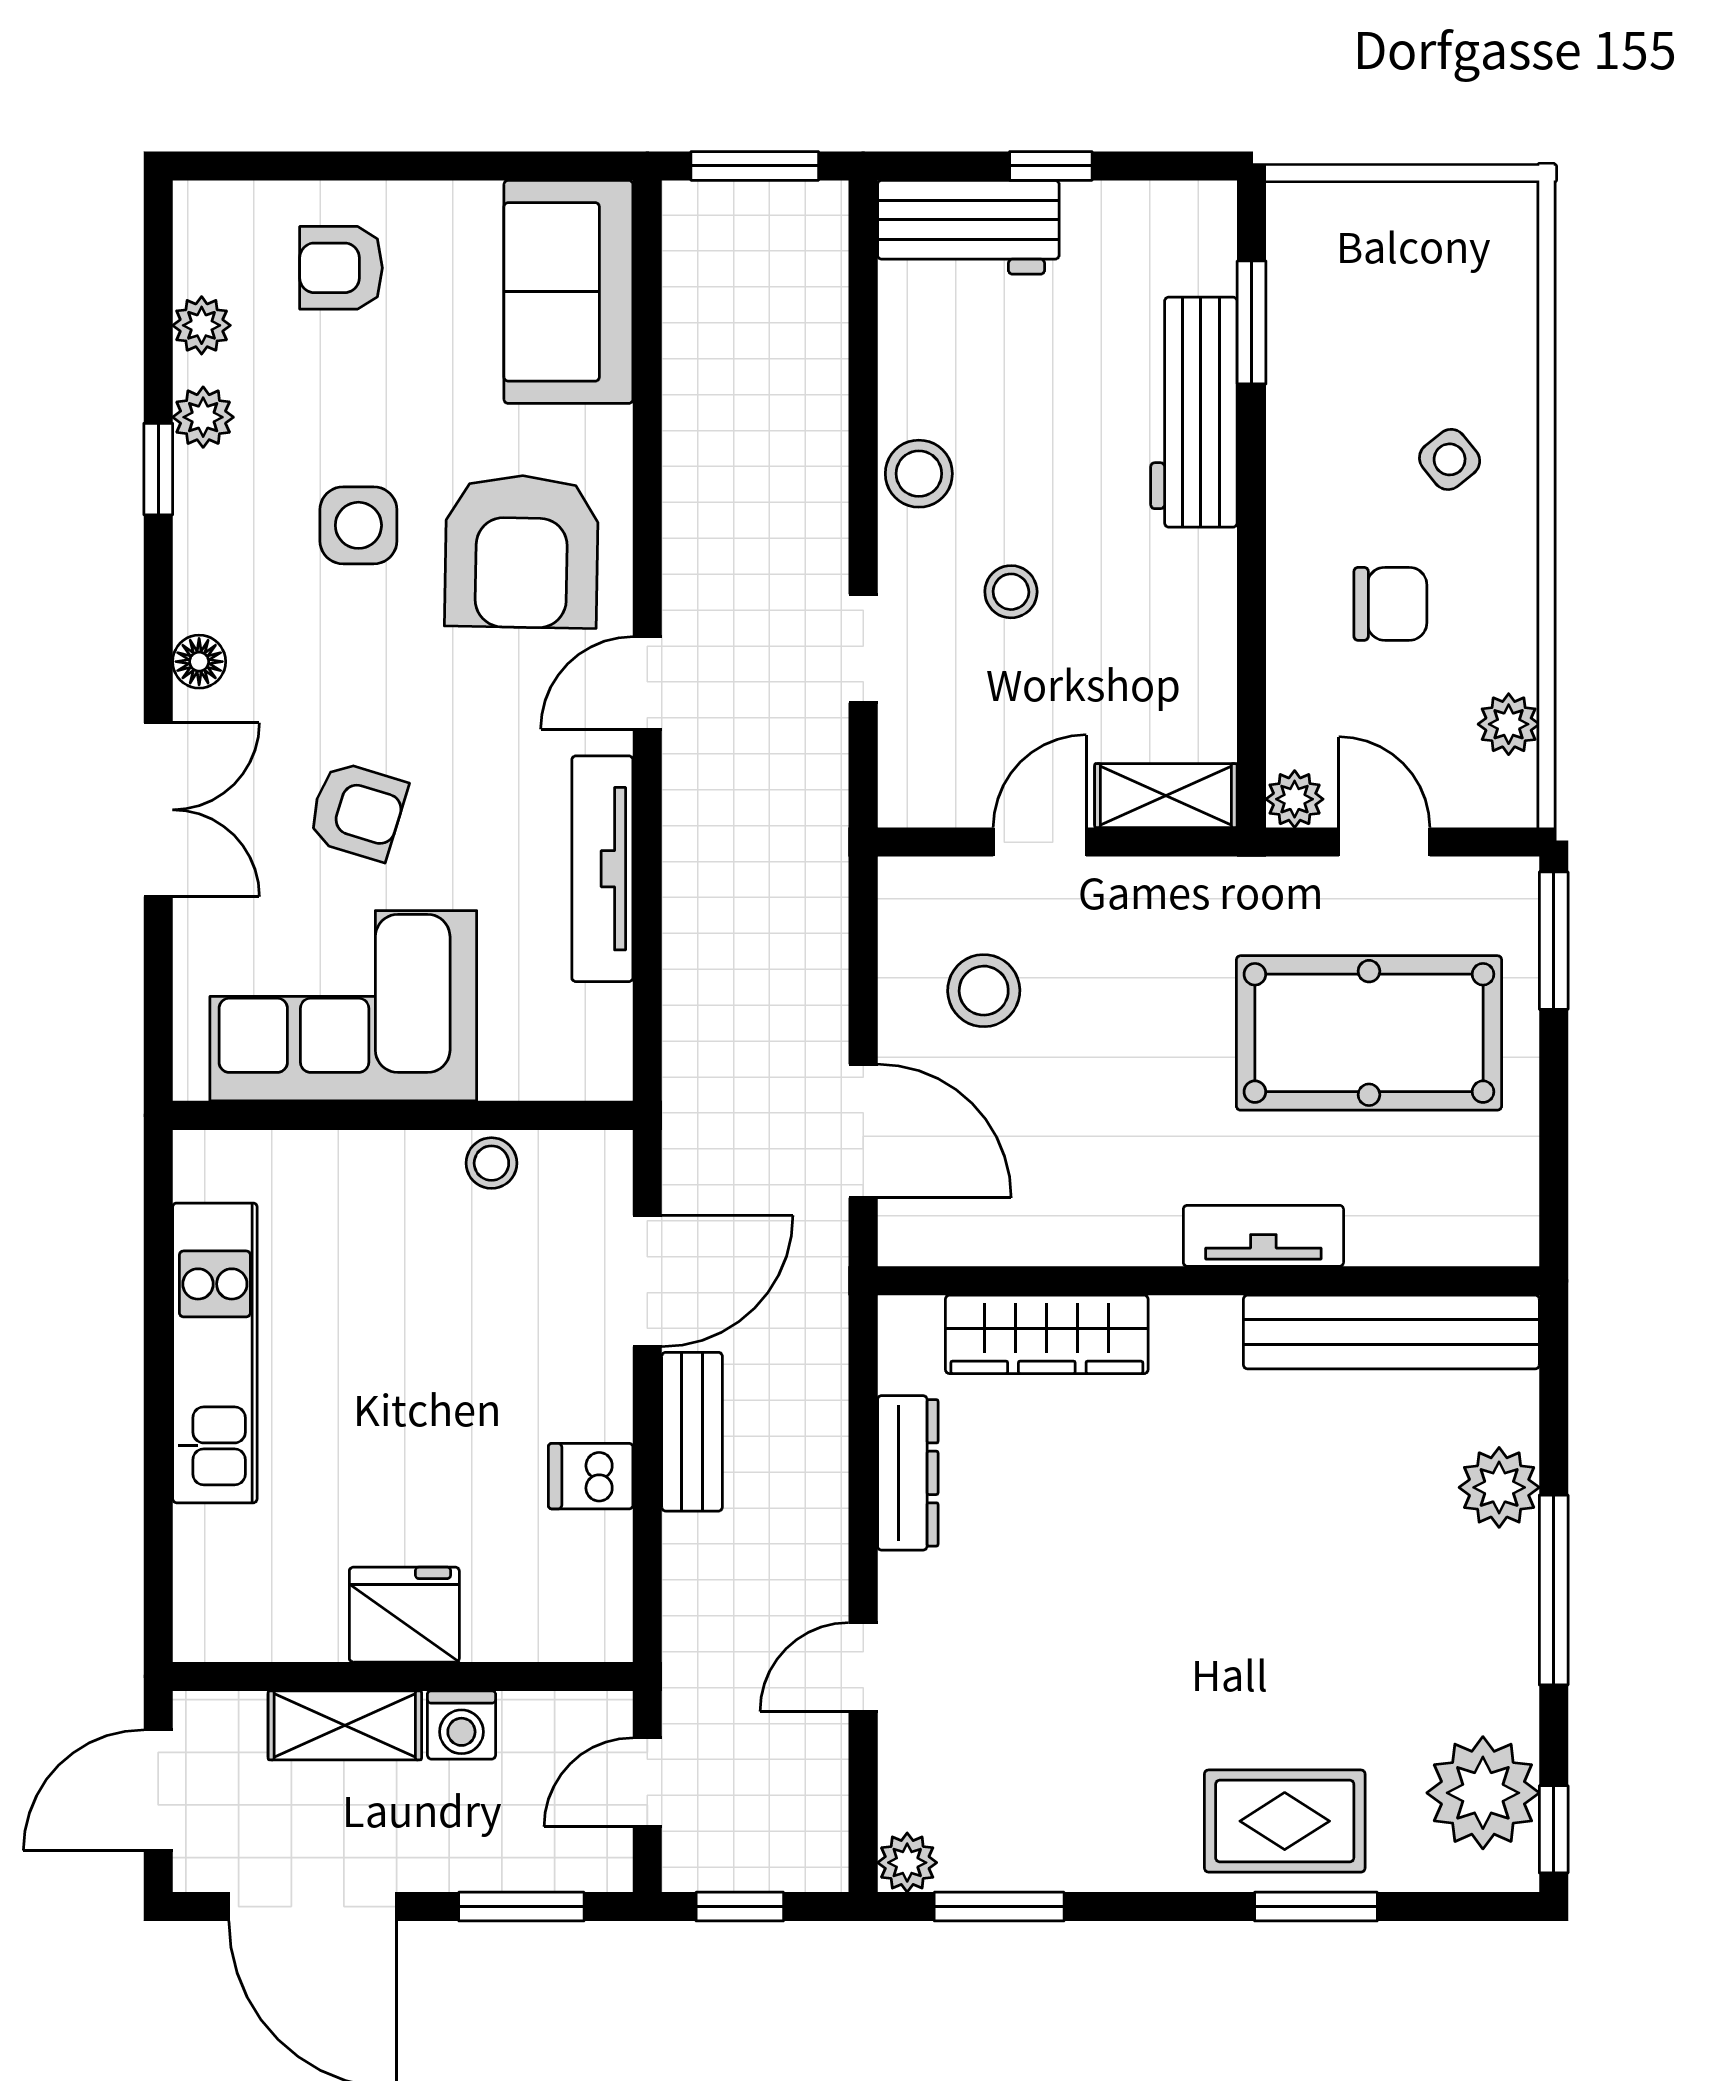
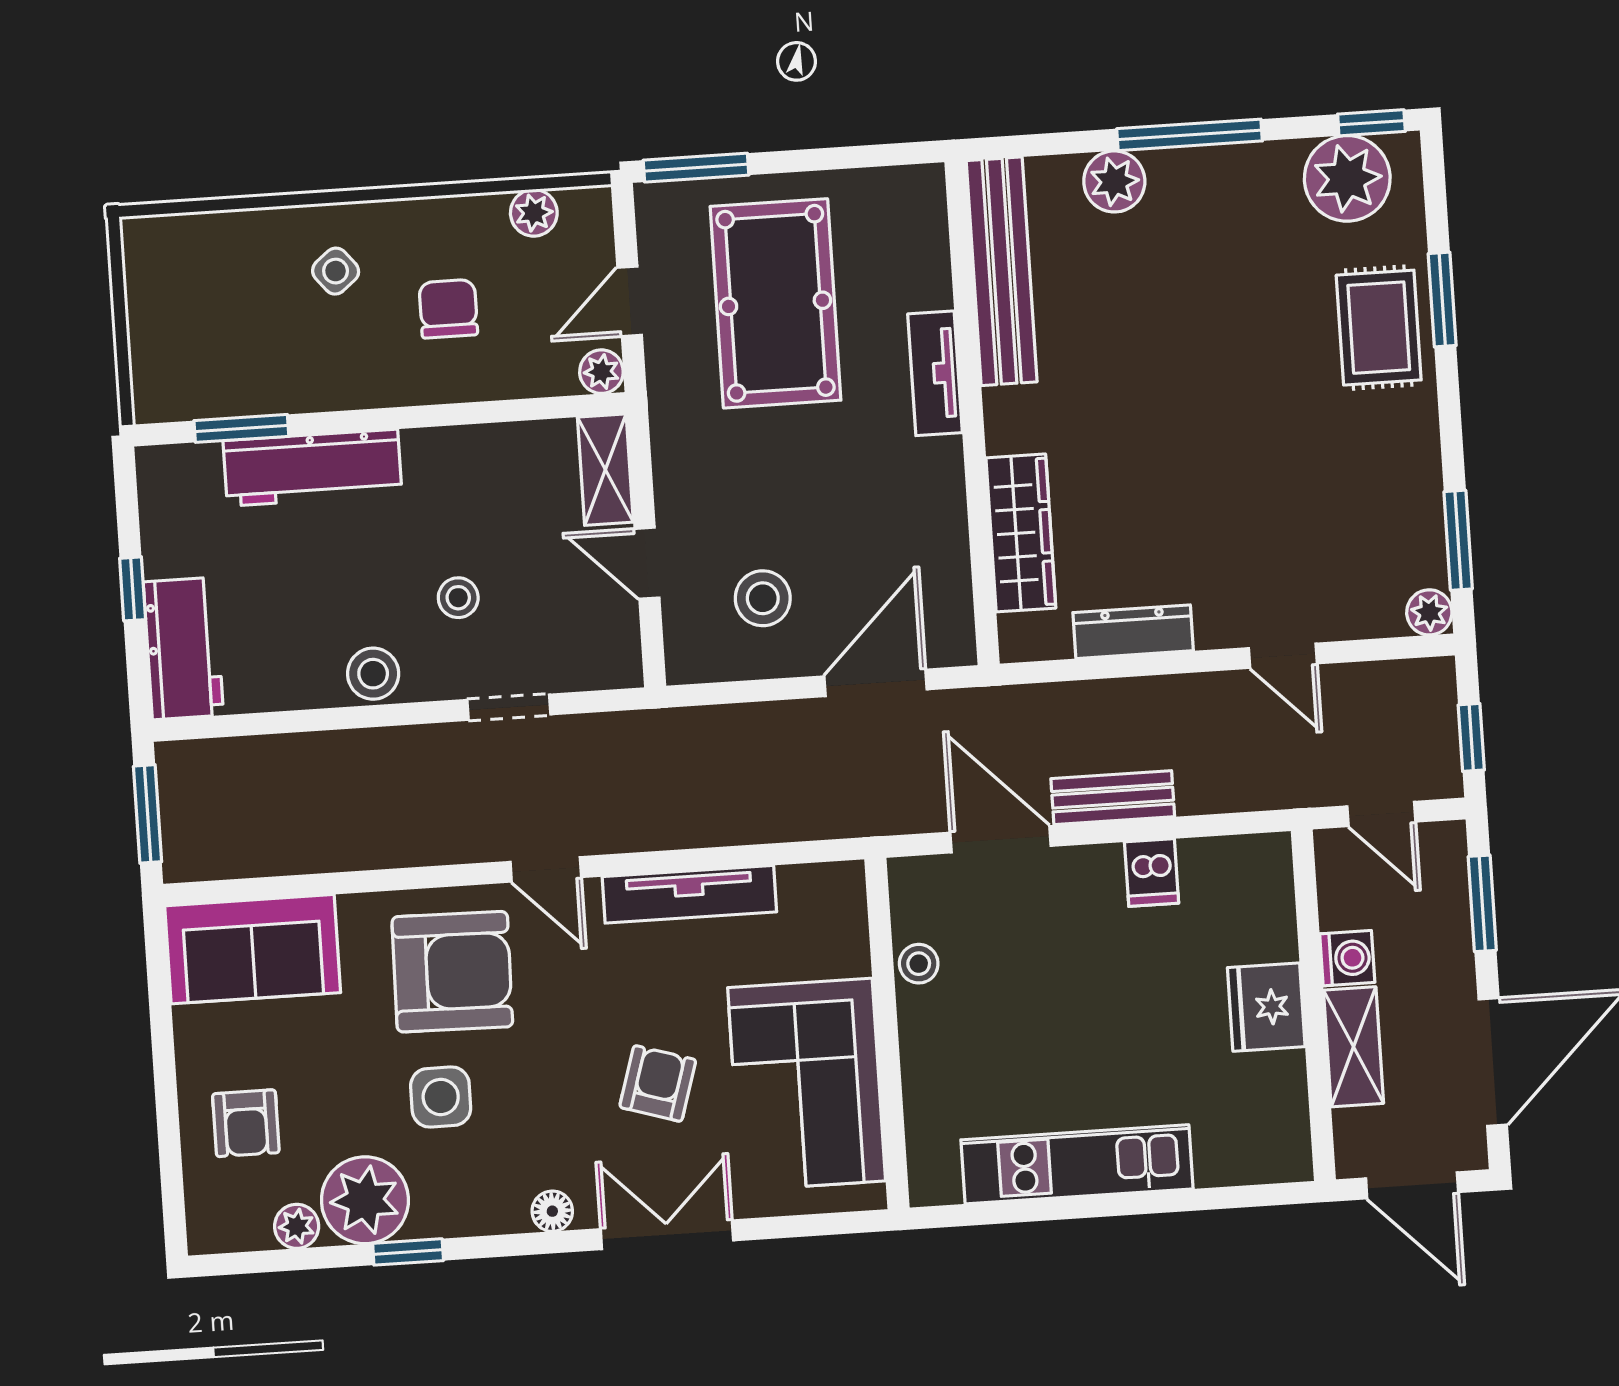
plant: (203, 417) -> (365, 1200), width x1.87, depth x1.87

